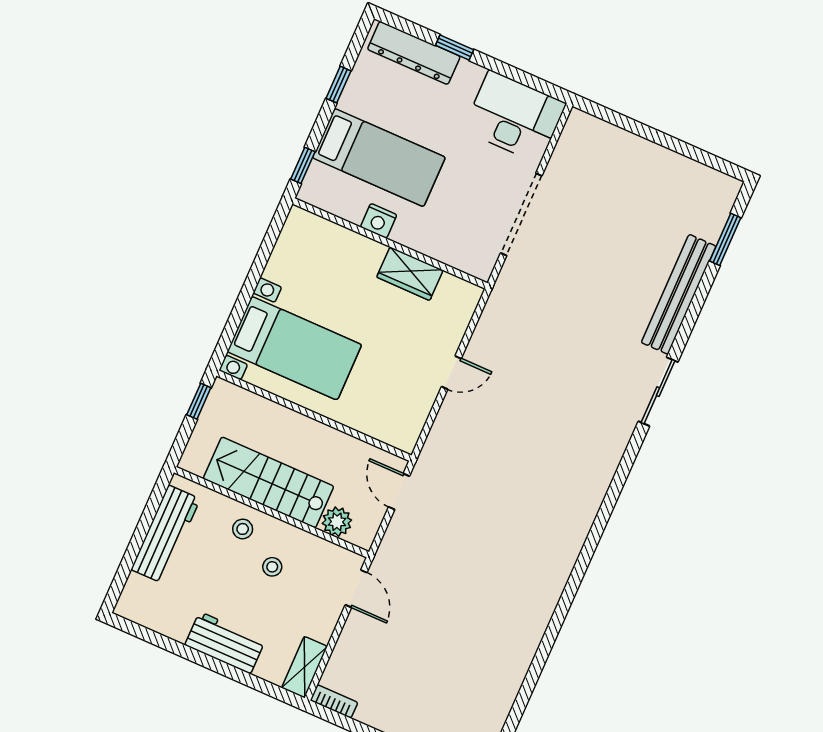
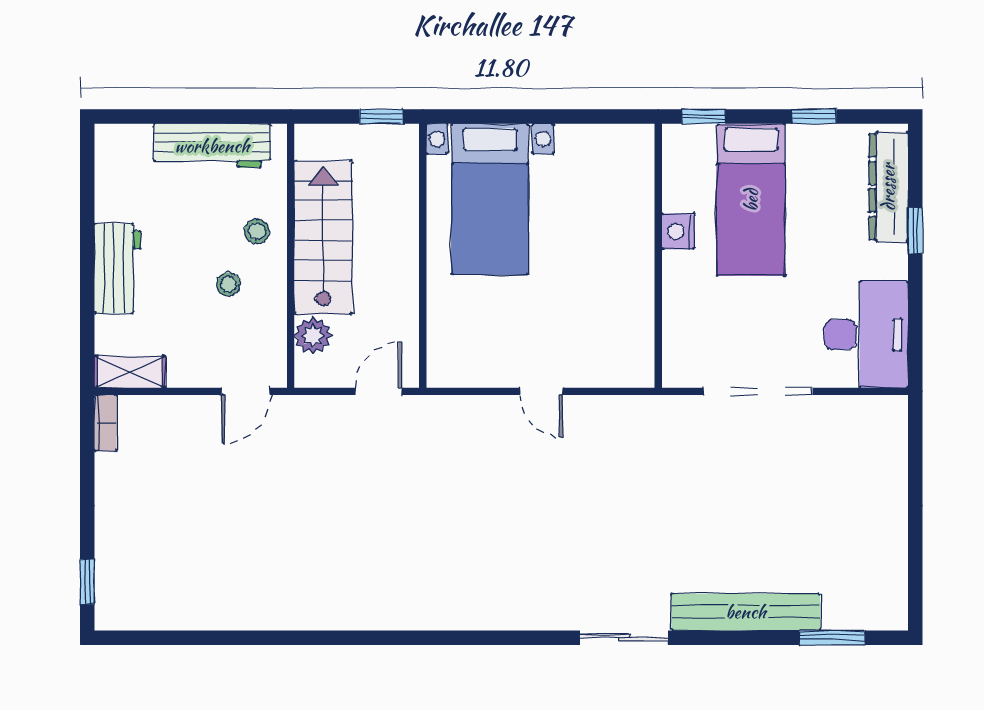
wardrobe: (410, 274) -> (634, 294), removed

